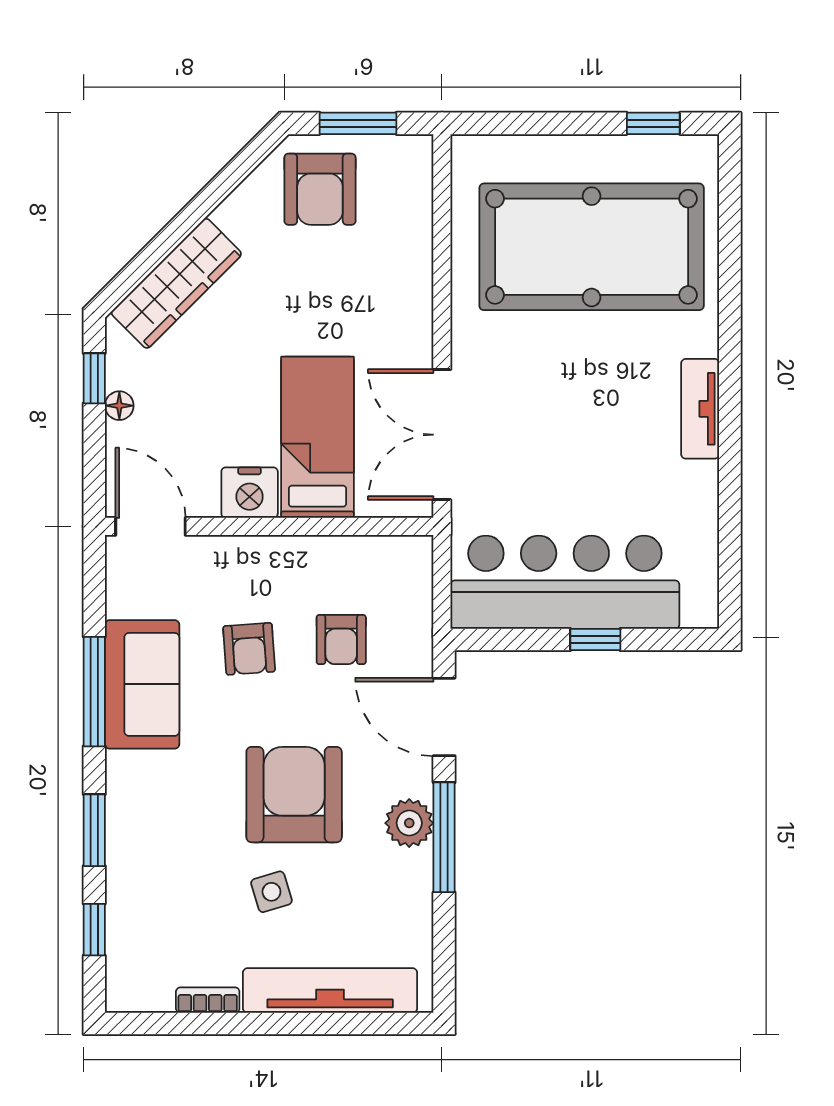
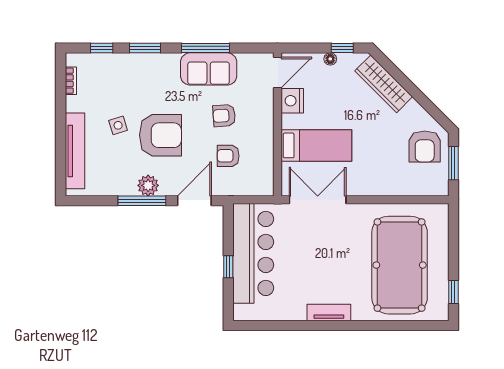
armchair: (320, 189) -> (425, 147), turned -90
nightstand: (250, 493) -> (292, 101), moved
bookcase: (208, 1000) -> (71, 81), moved

